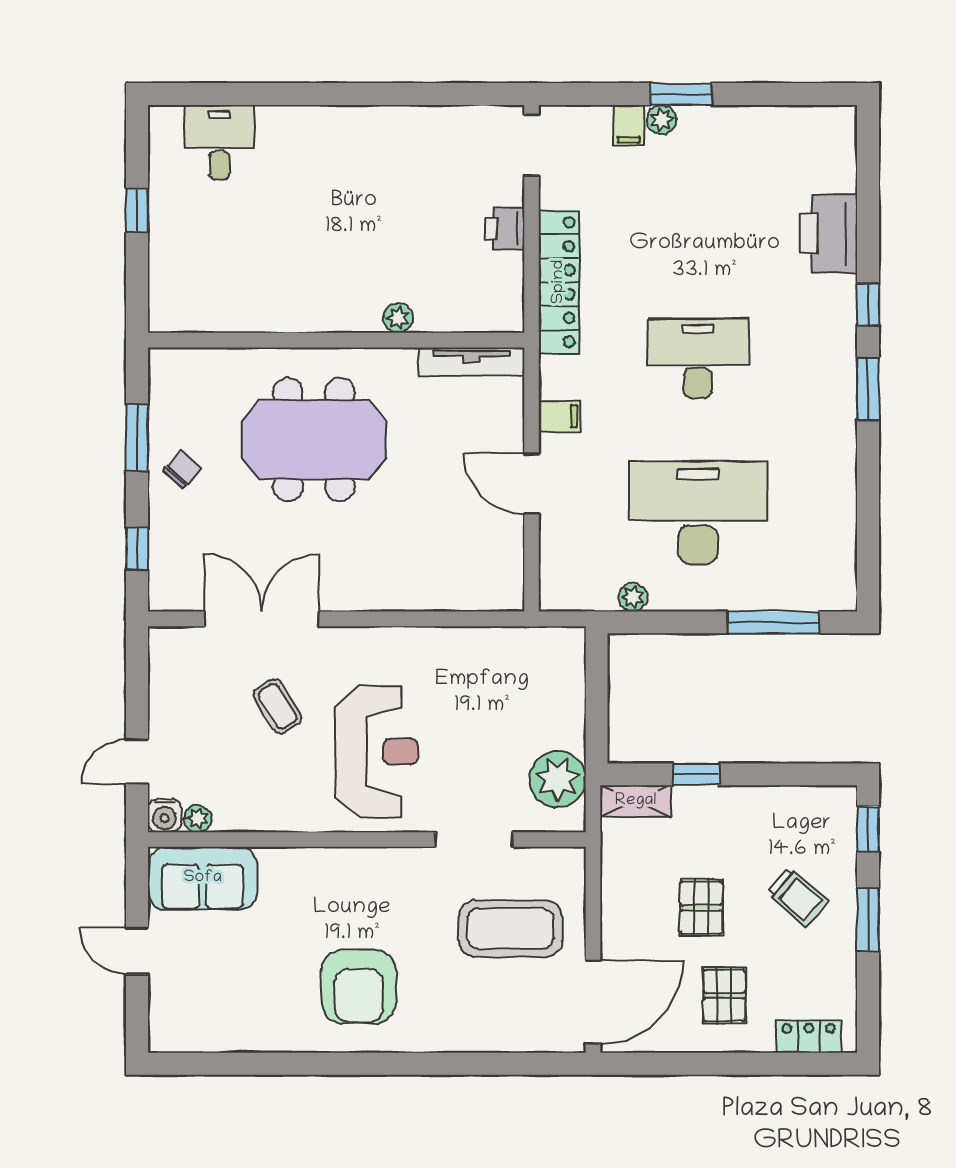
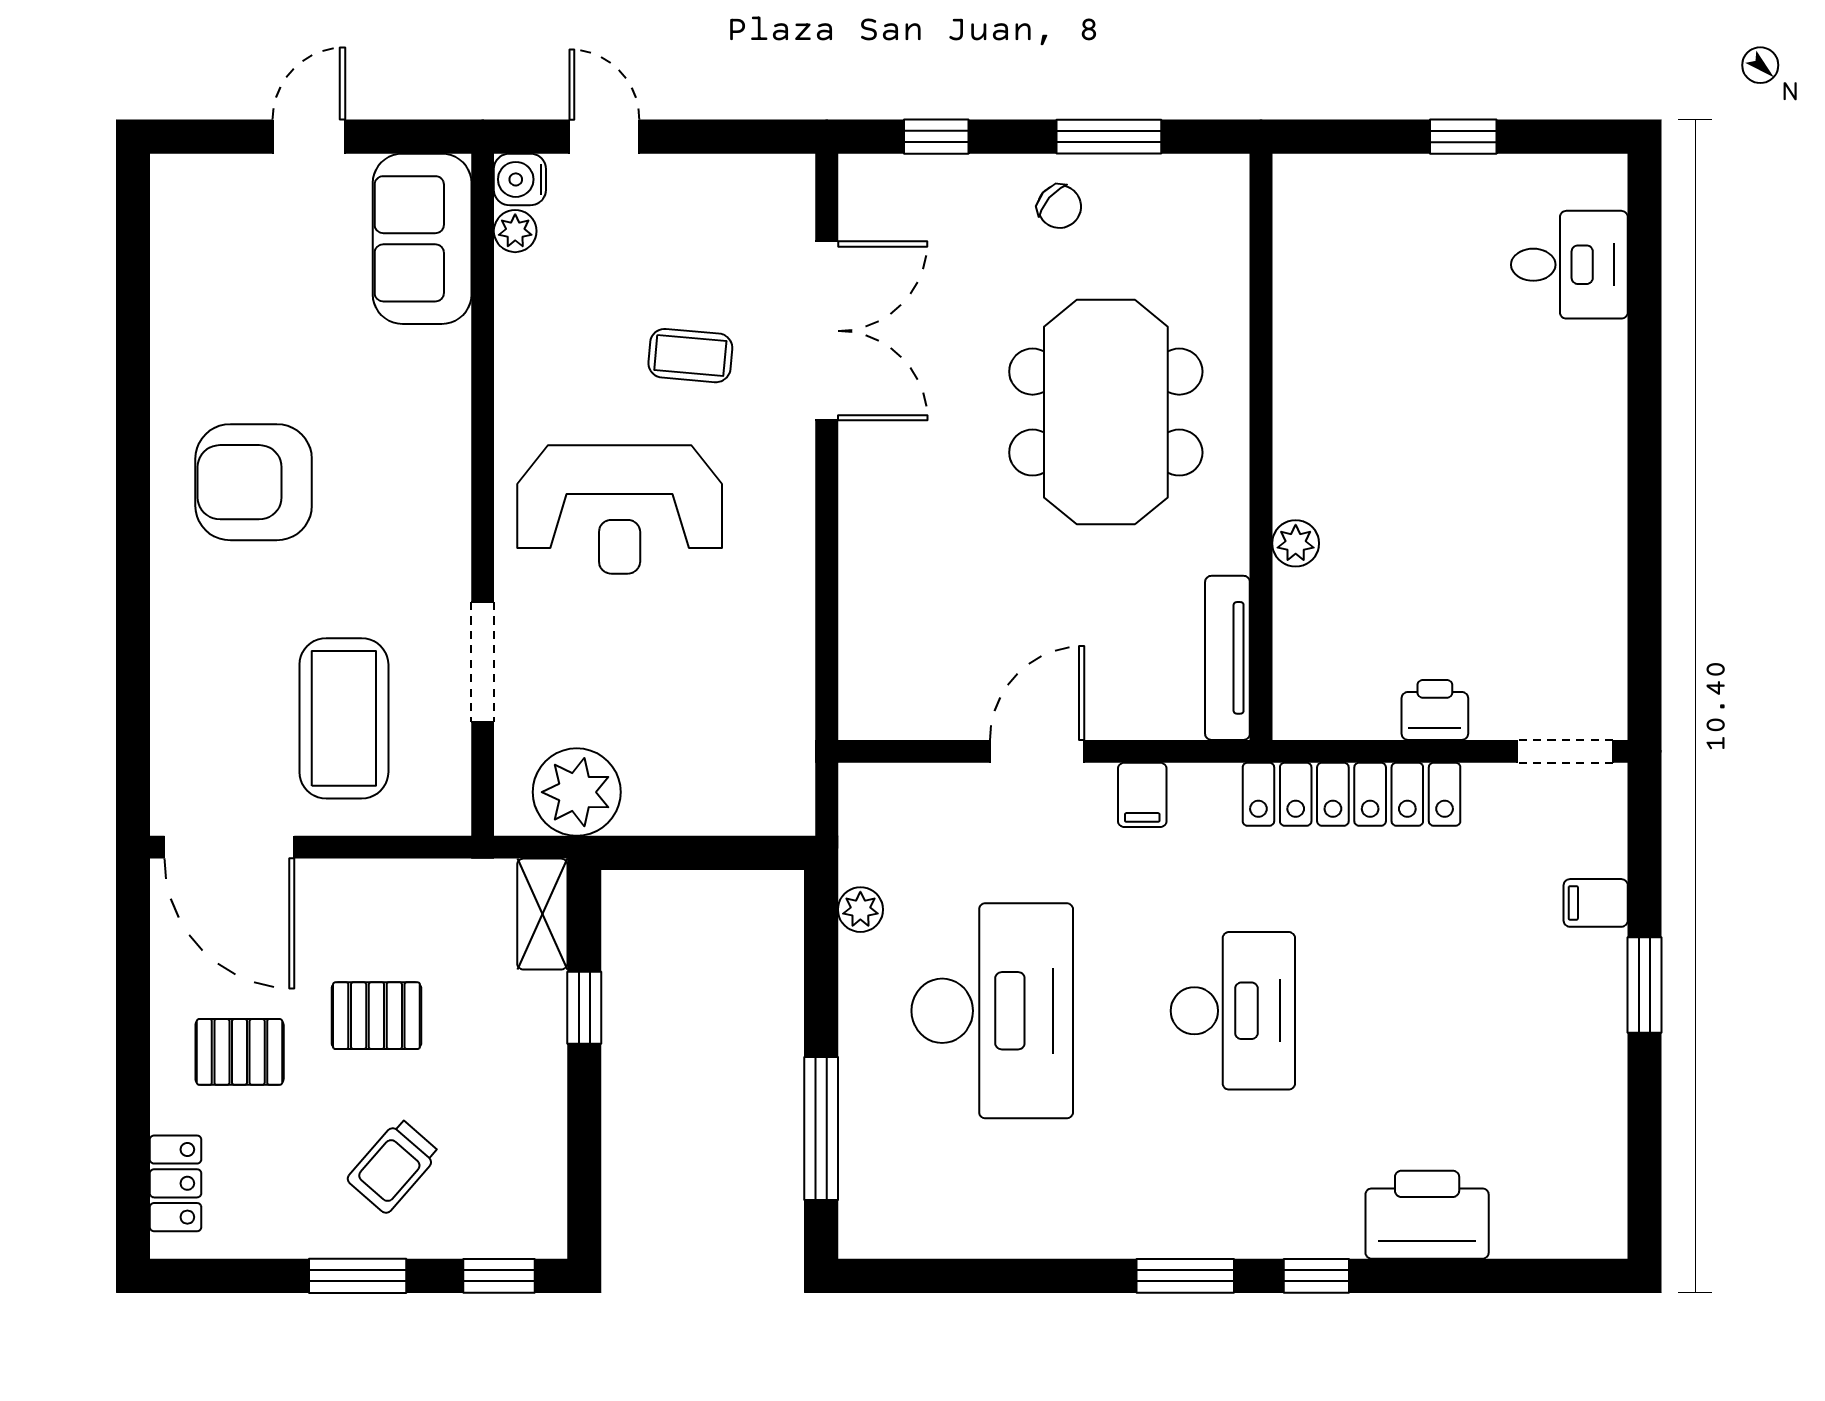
plant: (662, 120) -> (1605, 954), removed
coffee table: (278, 706) -> (690, 356), turned 37

